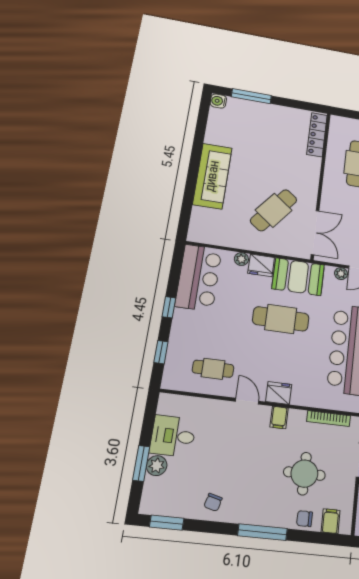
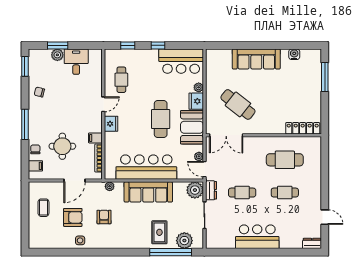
water cooler: (218, 101) -> (294, 54), moved
filing cabinet: (279, 418) -> (95, 138), moved

